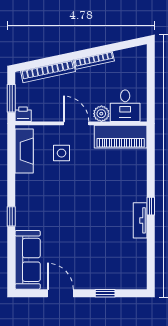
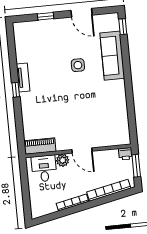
piano: (121, 137) -> (40, 146), width x0.73, depth x0.75
fireplace: (24, 151) -> (122, 124), removed
side table: (62, 153) -> (78, 65), moved
window: (11, 216) -> (123, 27), moved
sofa: (28, 260) -> (112, 56), moved

